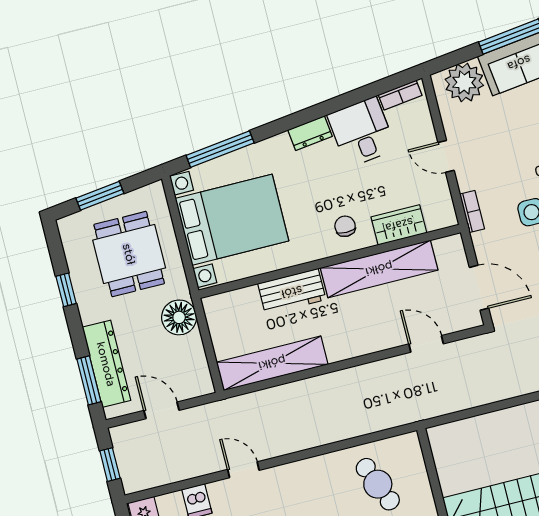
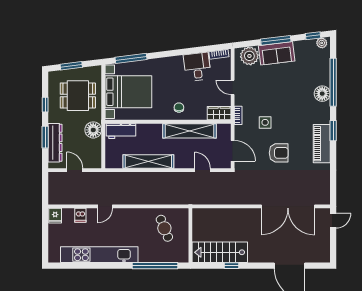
dresser: (310, 133) -> (174, 61), removed
wardrobe: (399, 225) -> (219, 113), moved
dining table: (129, 254) -> (78, 96), turned 90
workbench: (292, 292) -> (121, 131), moved
shelving: (272, 363) -> (148, 161), moved
window: (89, 380) -> (45, 137), moved
window: (110, 465) -> (45, 189), removed
door: (243, 470) -> (105, 206), swing flipped

